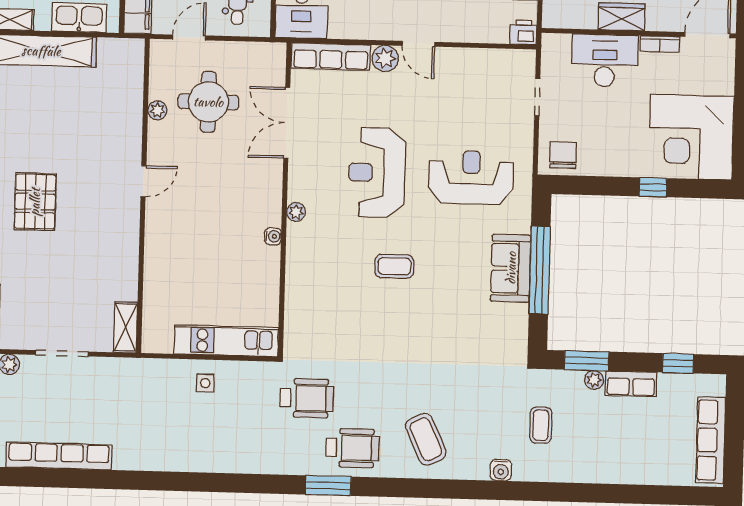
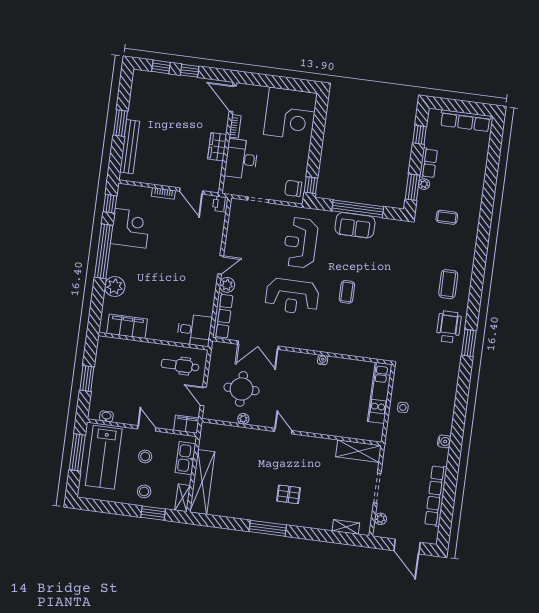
window: (653, 187) -> (311, 185), moved
pallet: (35, 202) -> (288, 494), width x0.67, depth x0.71
plant: (296, 212) -> (310, 345), removed
shelving: (126, 327) -> (359, 451), width x1.50, depth x1.33
wheelchair: (307, 398) -> (417, 350), removed
coffee table: (426, 439) -> (448, 284), turned -65
water cooler: (501, 470) -> (444, 441), moved

